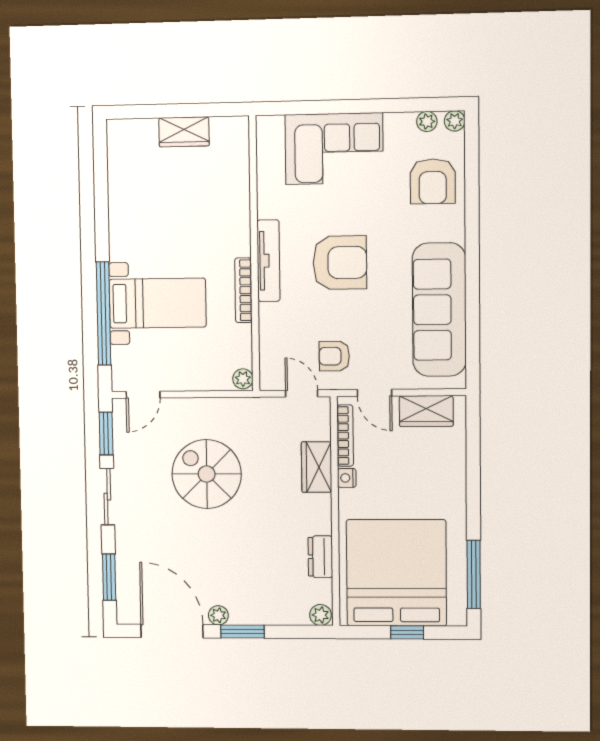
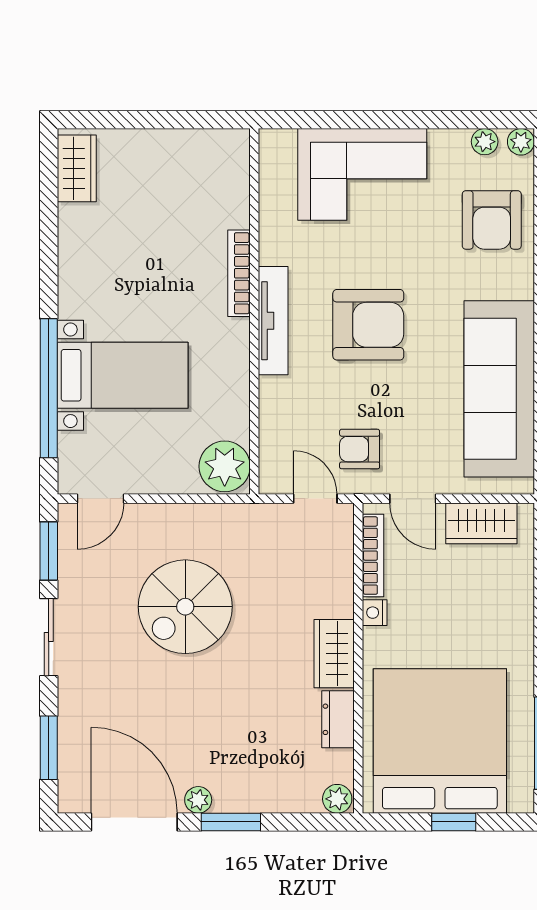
wardrobe: (184, 132) -> (77, 168), moved, turned -90
bookcase: (243, 290) -> (239, 273), moved
plant: (243, 379) -> (225, 466), width x1.87, depth x1.87
wardrobe: (317, 467) -> (334, 654), moved
spiral stairs: (207, 474) -> (185, 607), turned -90

